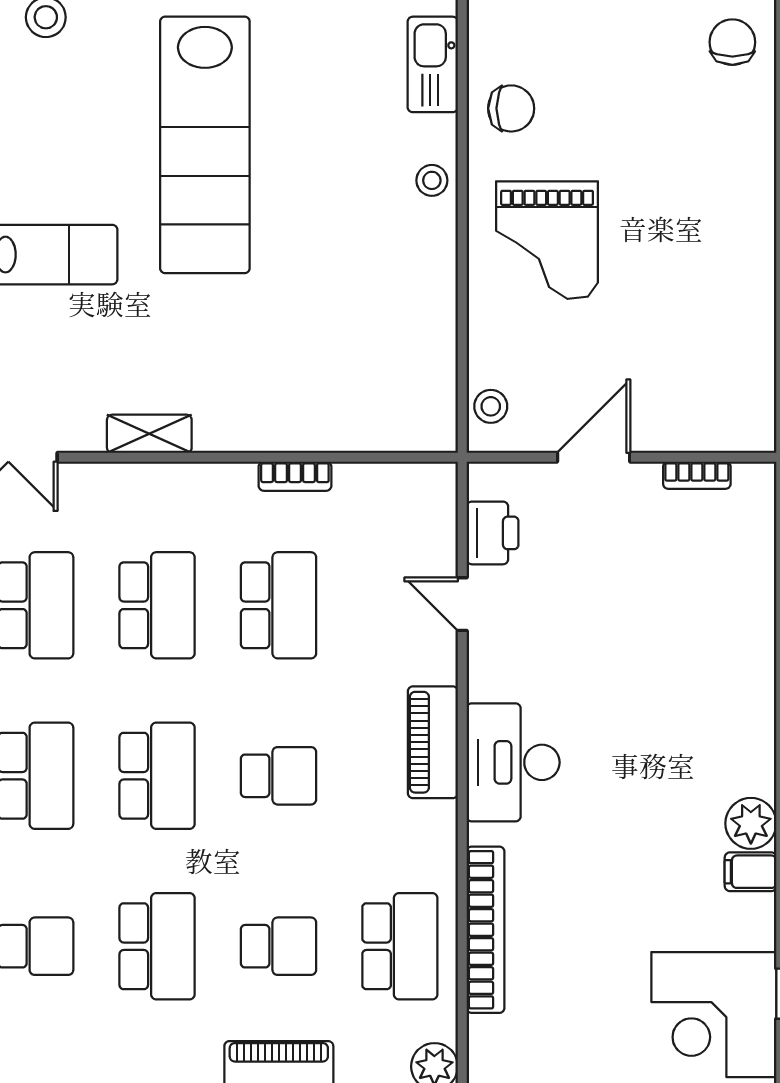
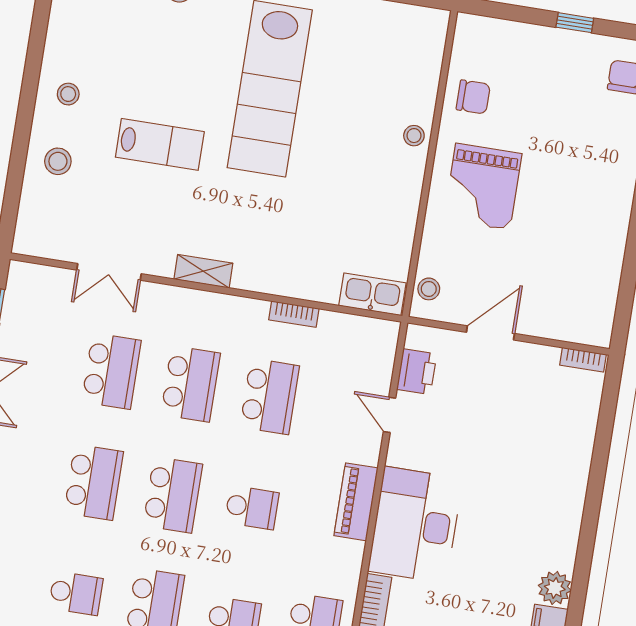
kitchen sink: (433, 64) -> (372, 294), moved, turned 90
bookcase: (697, 475) -> (583, 360), moved
desk: (513, 762) -> (415, 525), width x1.36, depth x1.30

